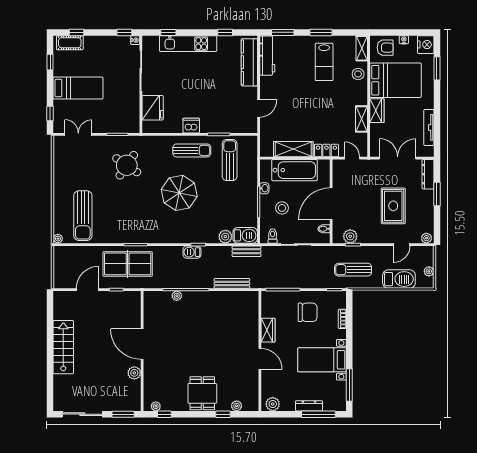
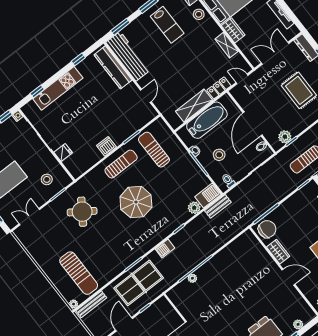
workbench: (267, 56) -> (128, 56), width x1.36, depth x1.32
fridge: (153, 108) -> (63, 152), width x0.53, depth x0.75
stool: (118, 114) -> (47, 179), added
barbecue: (192, 252) -> (165, 249), moved
bench: (232, 283) -> (91, 304), moved
chair: (308, 312) -> (267, 229), moved

